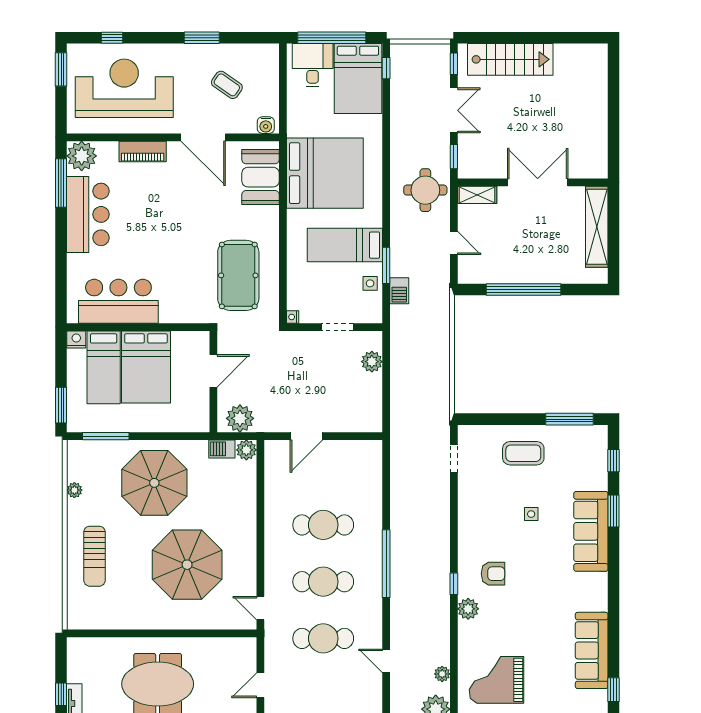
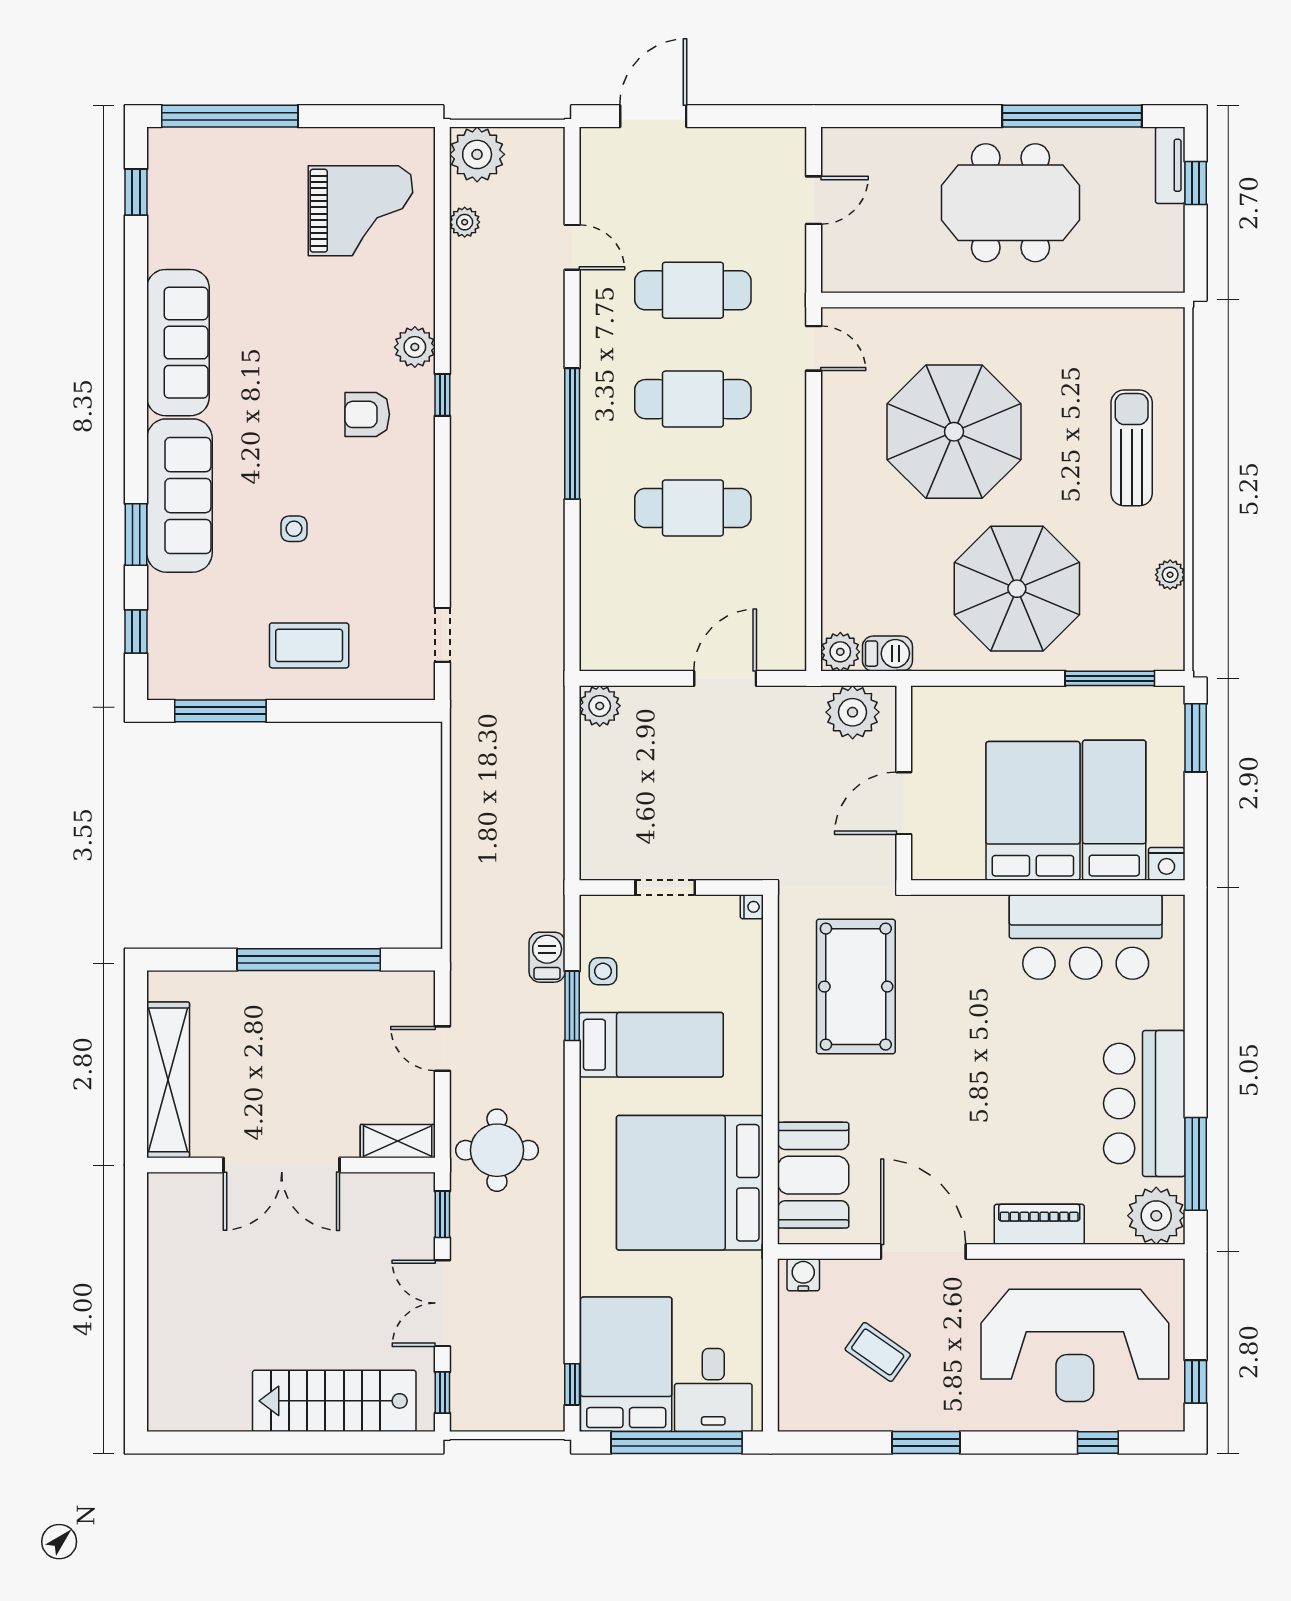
window: (61, 69) -> (1196, 1382), width x0.67
plant: (372, 362) -> (600, 706), moved
sofa: (592, 650) -> (178, 343), moved

